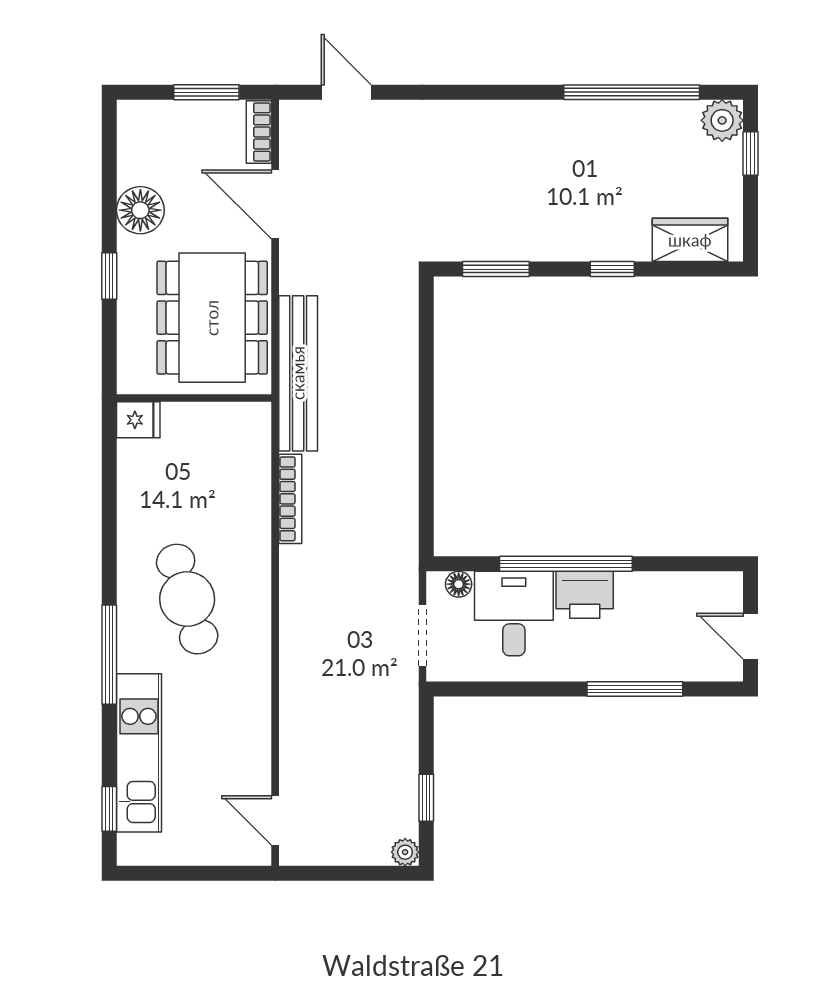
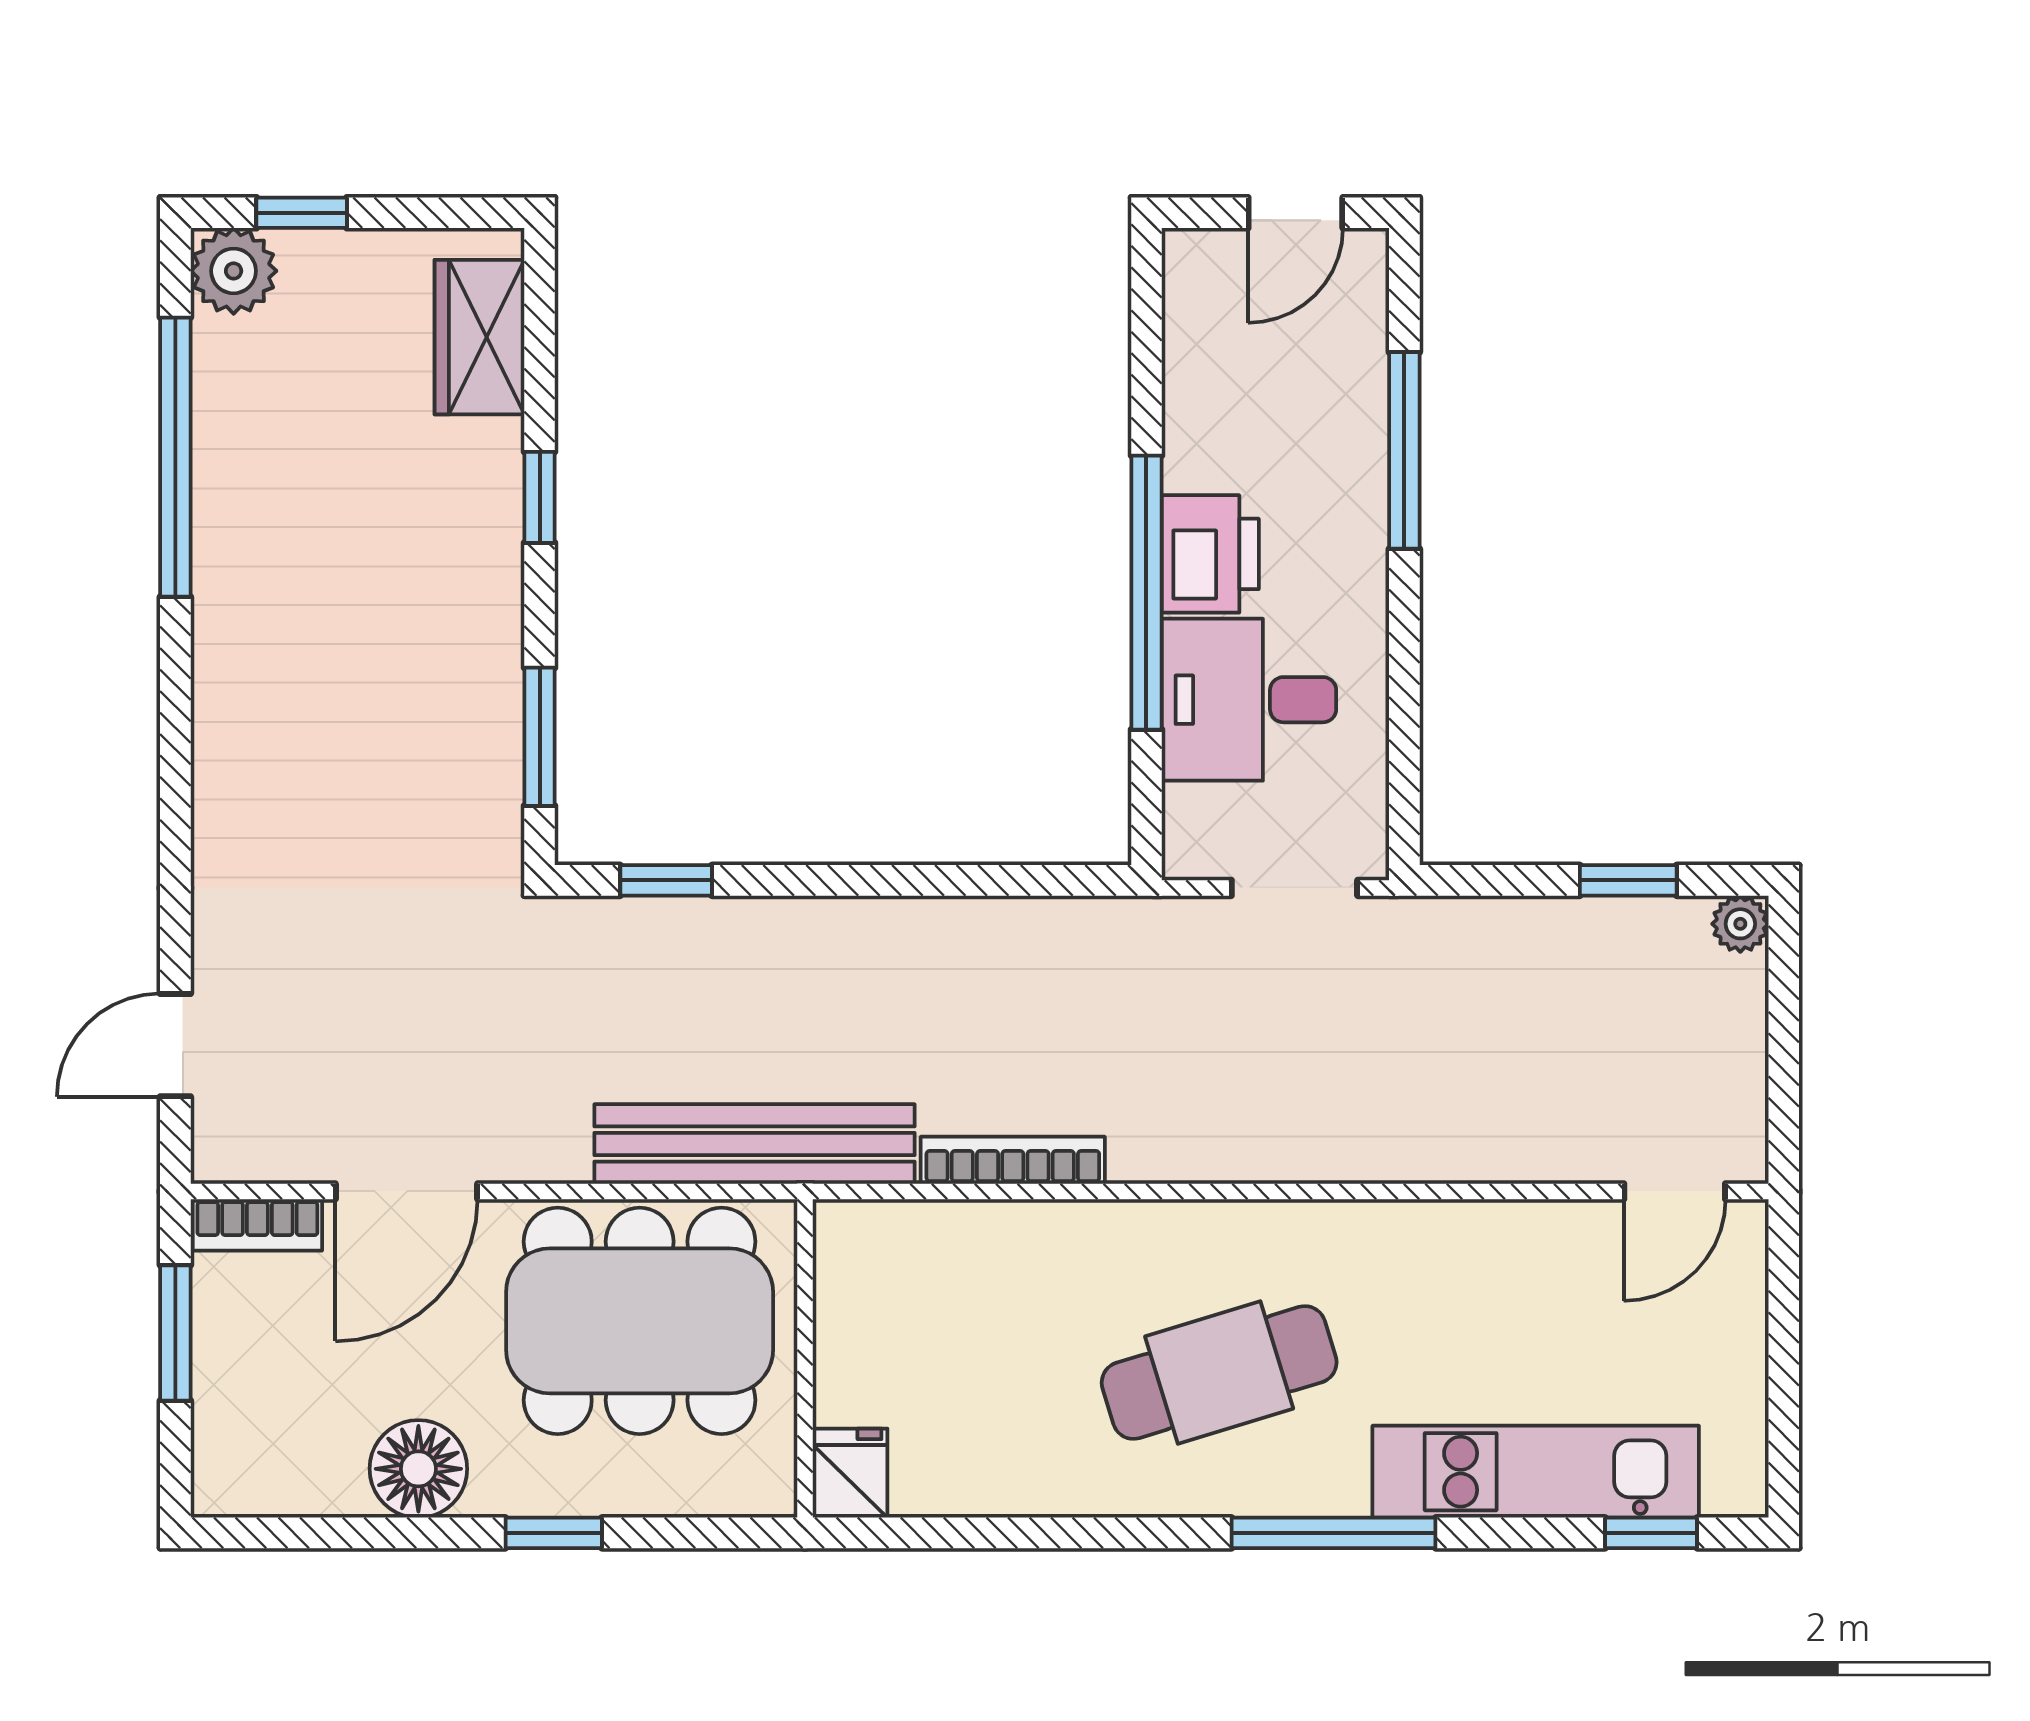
window: (426, 330) -> (666, 880), added
floor lamp: (459, 584) -> (1188, 814), removed

